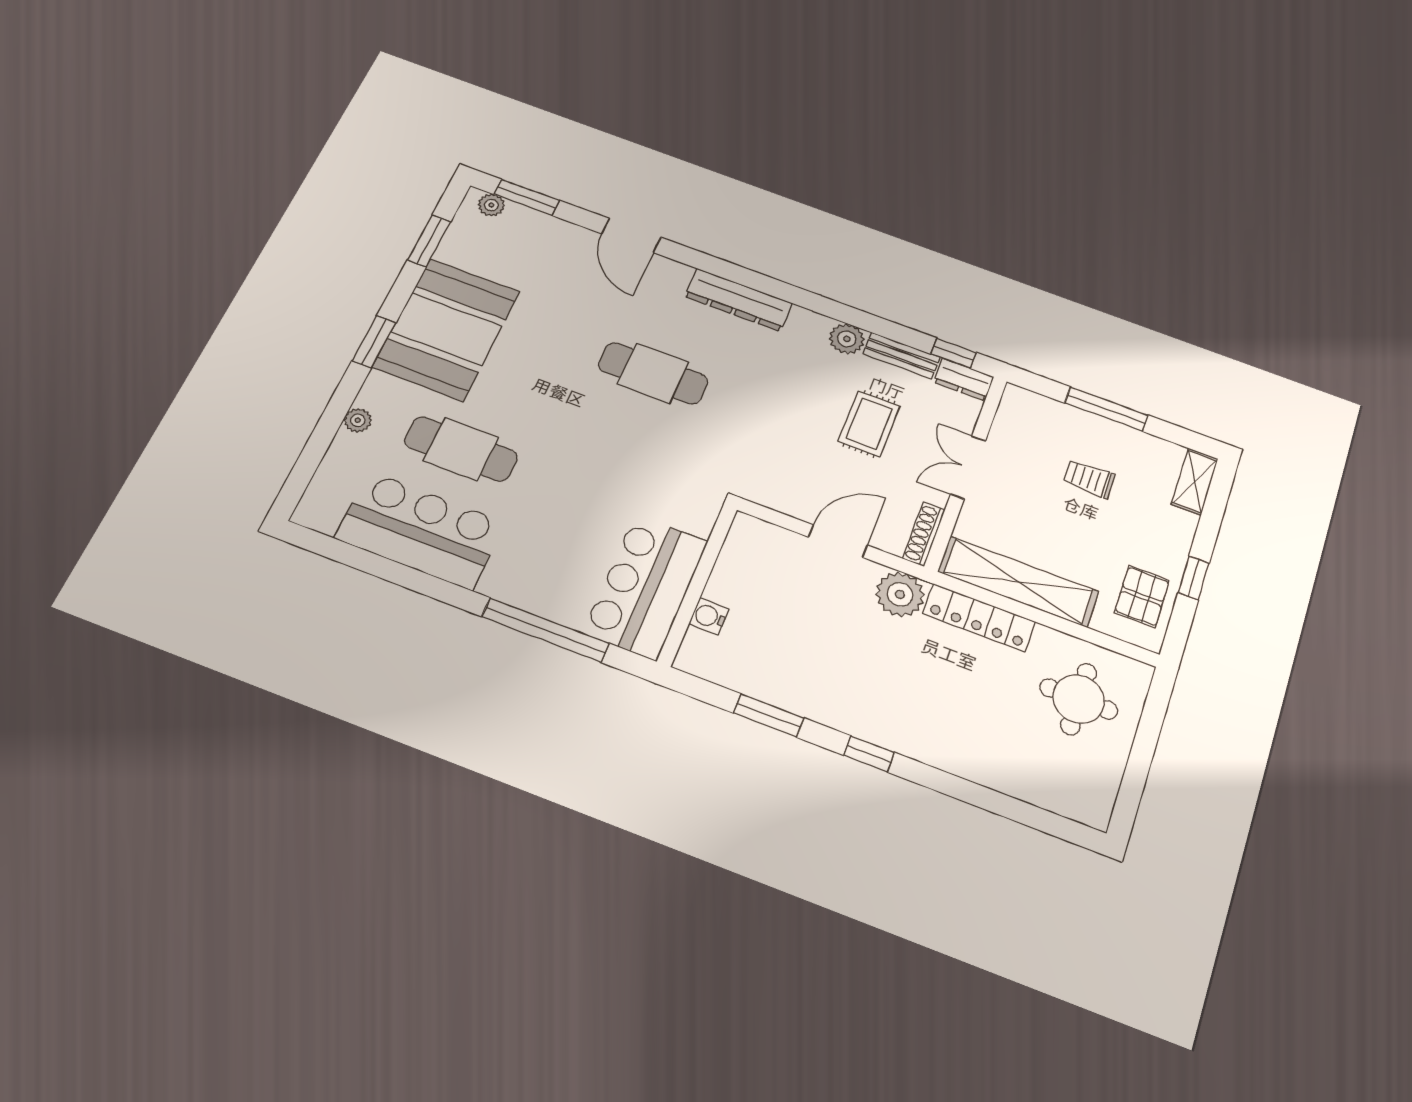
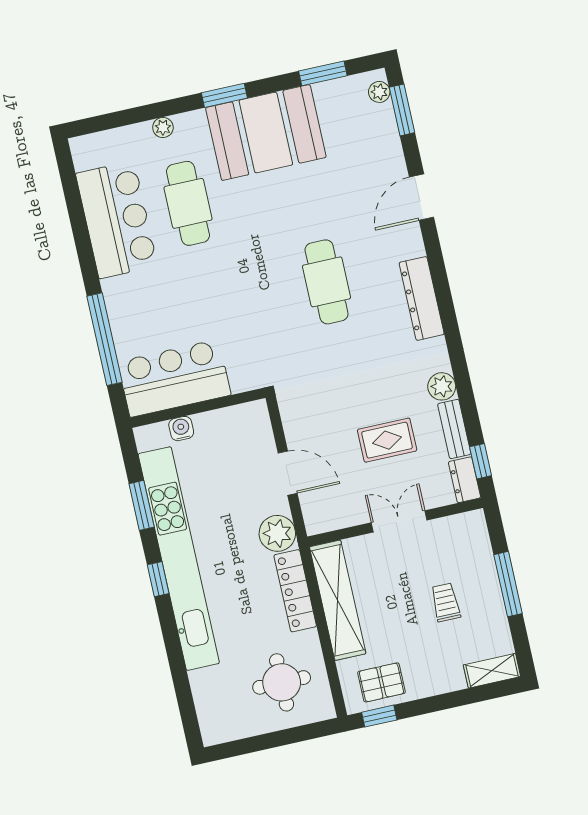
shoe rack: (924, 534) -> (330, 523), removed
window: (1194, 578) -> (379, 716), moved
kitchen unit: (860, 716) -> (179, 559), added

